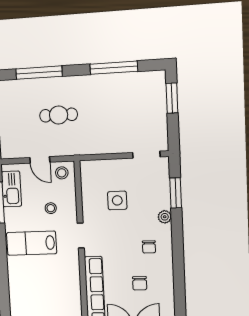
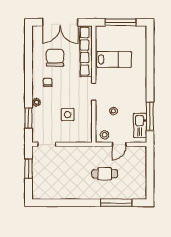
window: (114, 68) -> (66, 203), removed
window: (172, 98) -> (29, 169), moved
door: (40, 160) -> (119, 144), swing flipped
lab bench: (31, 243) -> (114, 60), moved
chair: (140, 283) -> (55, 58), width x1.87, depth x1.87

